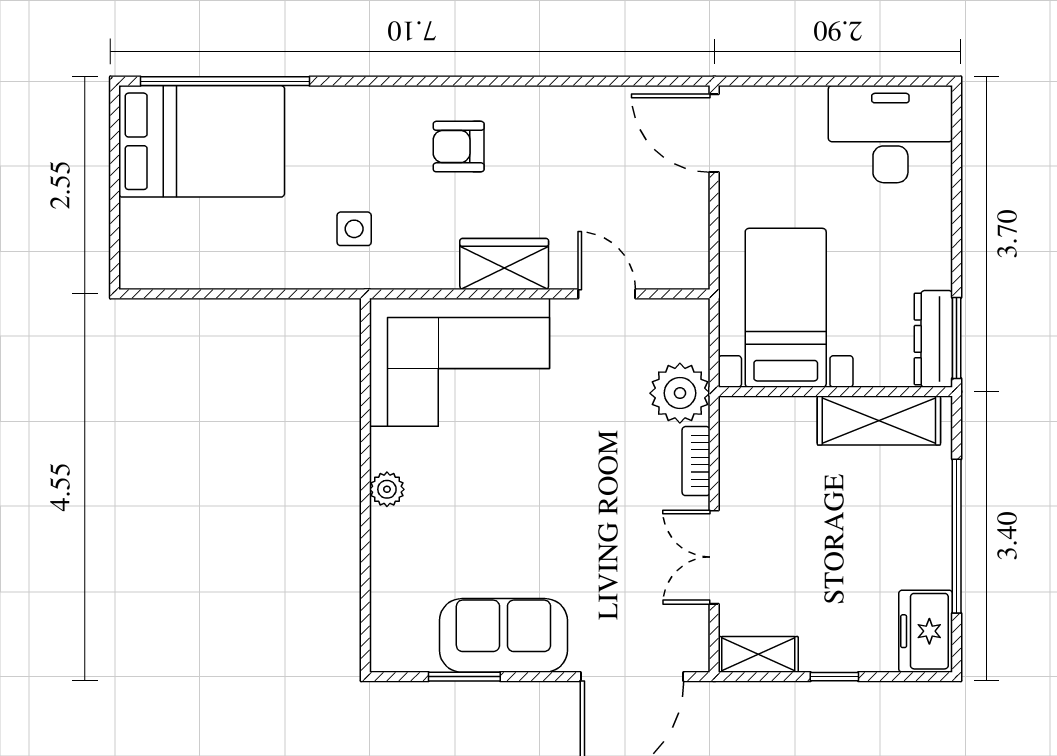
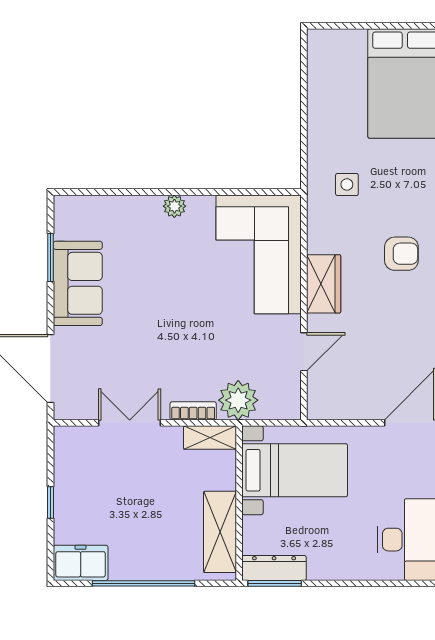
armchair: (459, 147) -> (401, 254), turned 90
shelving: (758, 654) -> (210, 438), moved, turned 90

